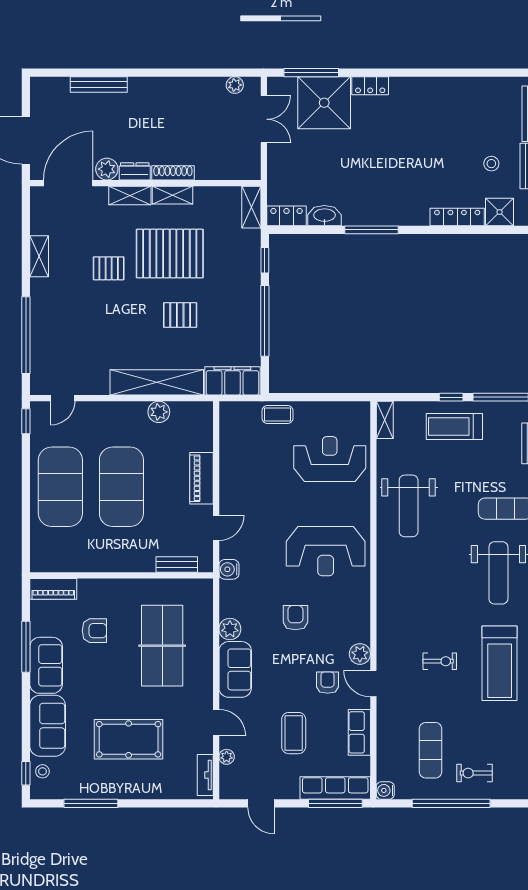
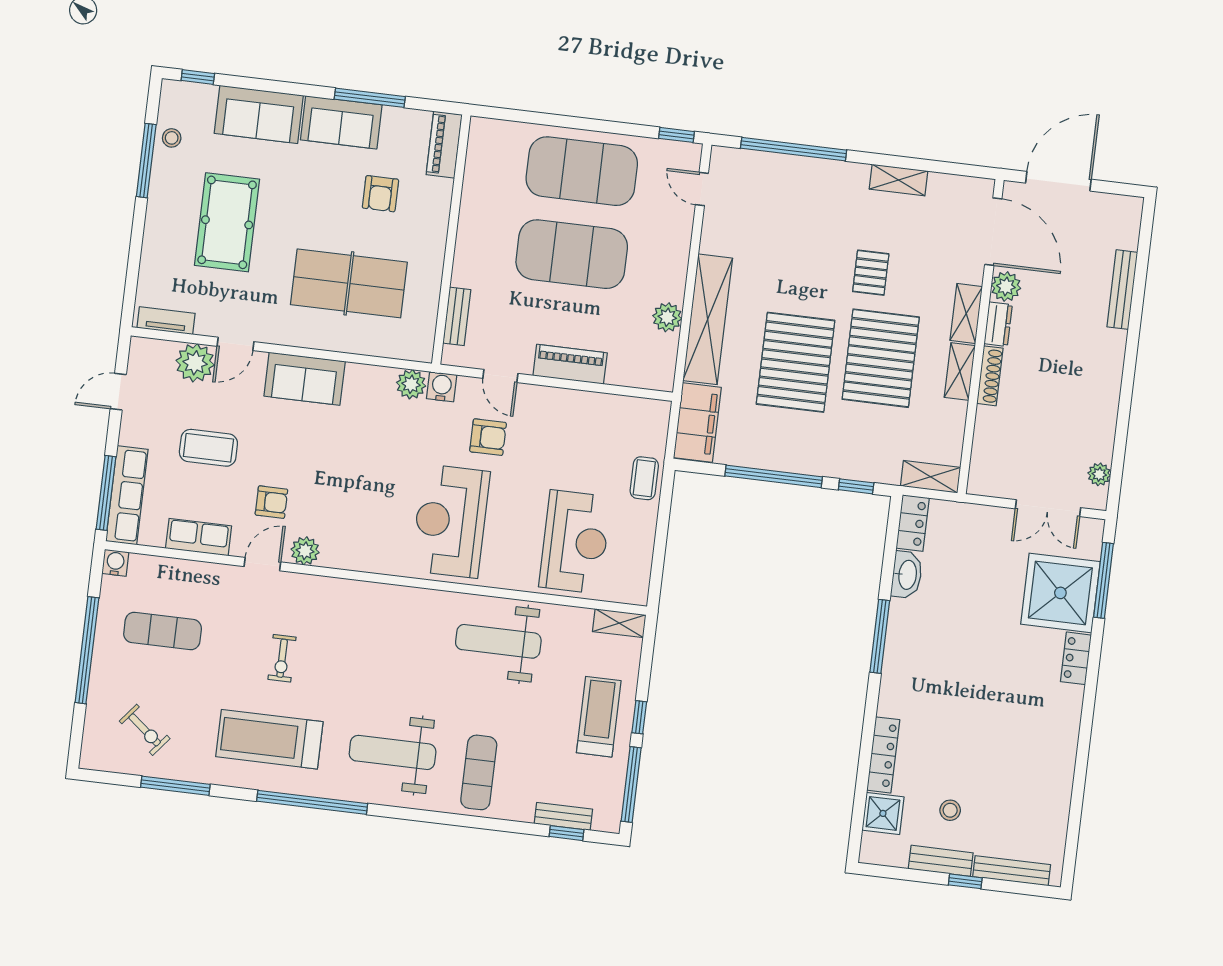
pallet: (180, 315) -> (796, 362), width x2.05, depth x2.00
armchair: (295, 618) -> (488, 437), moved
plant: (230, 629) -> (411, 384), moved
plant: (227, 757) -> (195, 363), width x1.87, depth x1.87
stool: (42, 771) -> (172, 138), moved
exercise bike: (474, 773) -> (145, 730), moved, turned 129

